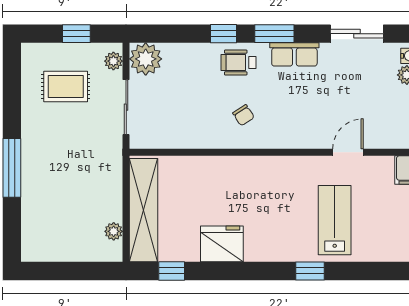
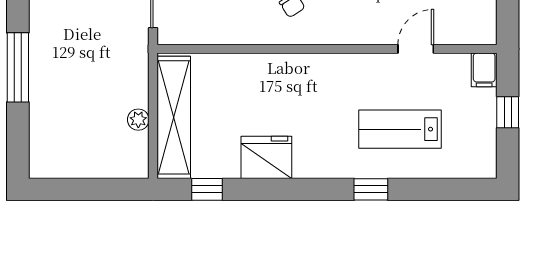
lab bench: (335, 220) -> (400, 129), turned -90
plant: (114, 231) -> (138, 120), moved

